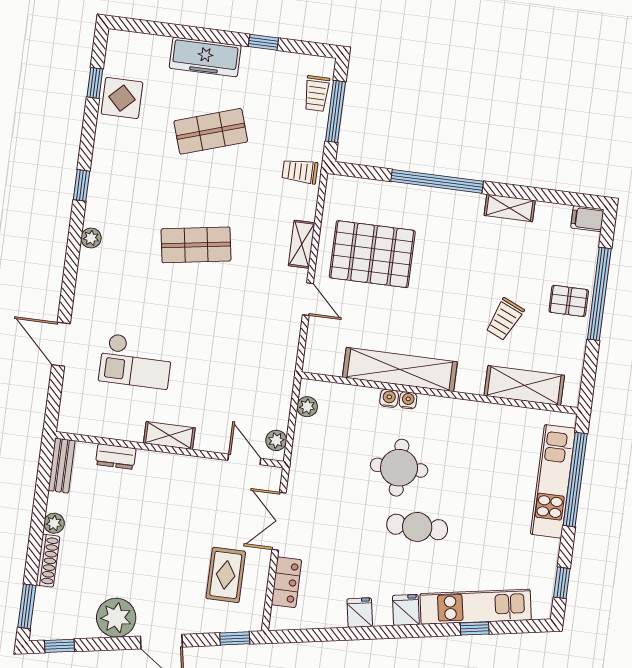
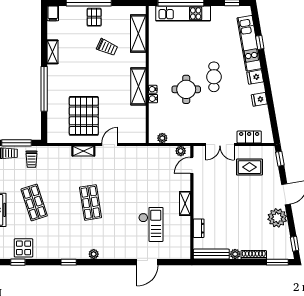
trolley: (300, 171) -> (31, 159), moved
shelving: (400, 369) -> (138, 86), width x0.68
bench: (62, 466) -> (211, 254), width x1.36

